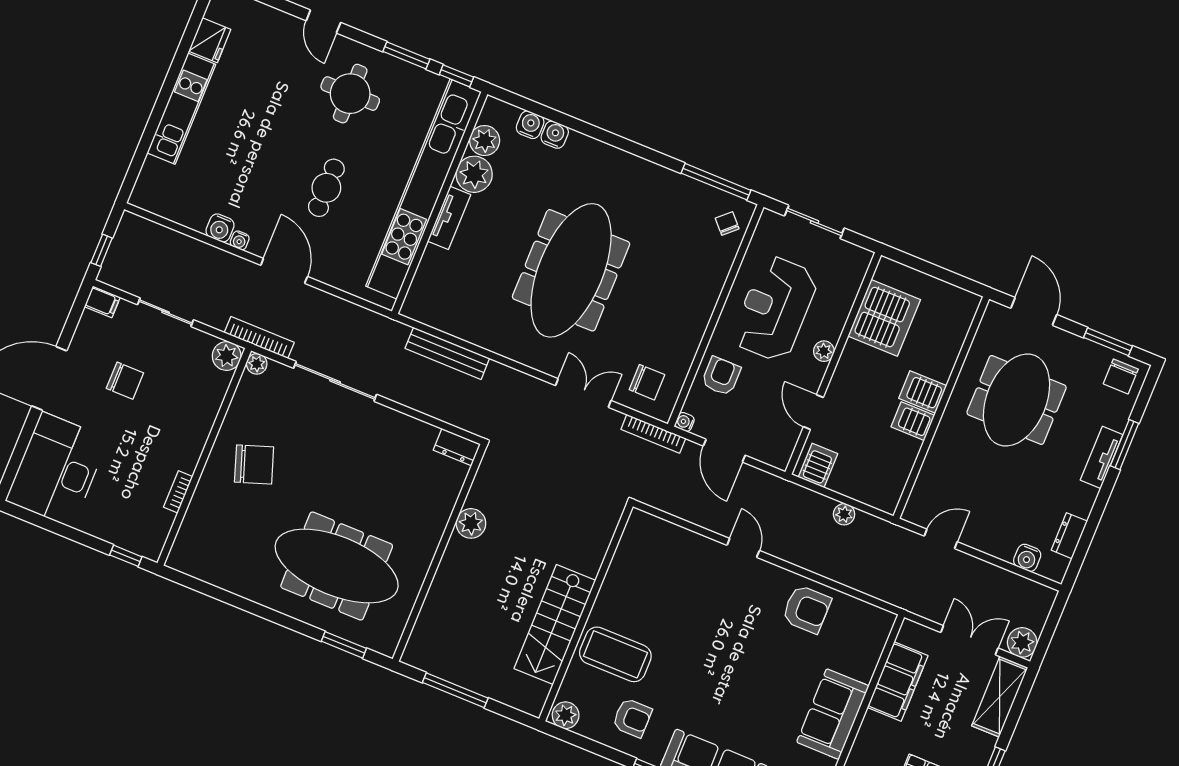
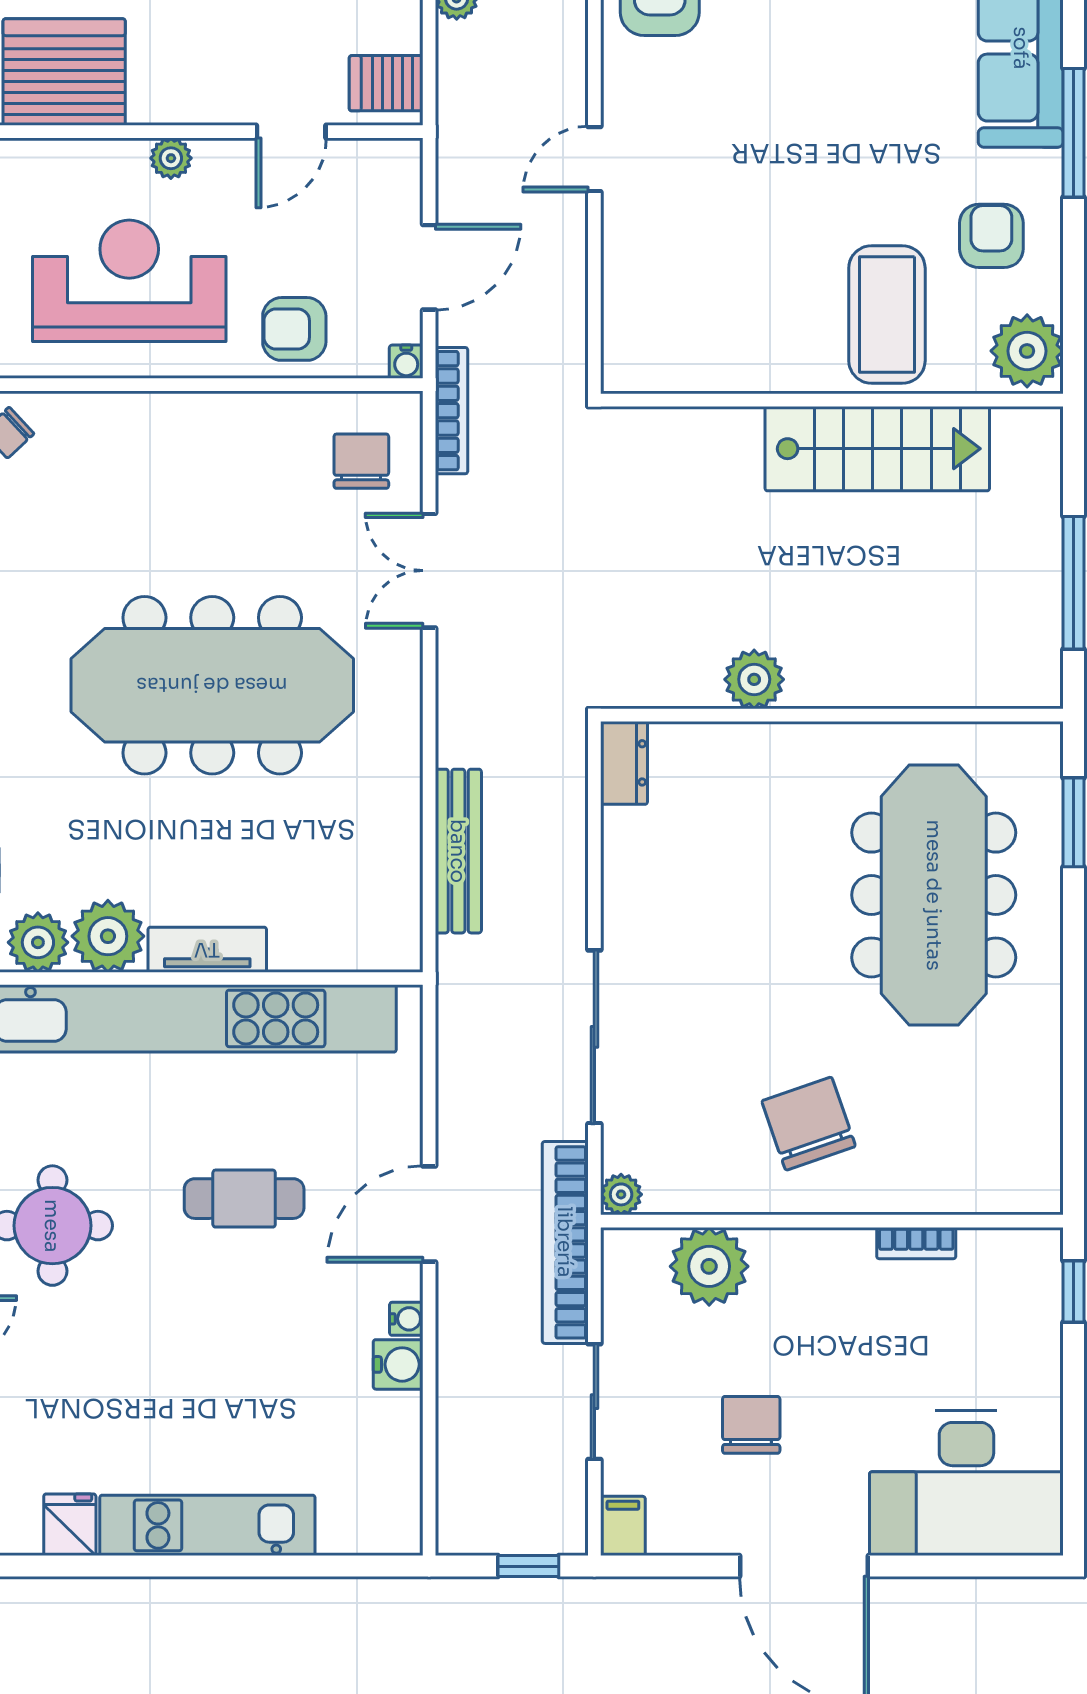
fridge: (210, 40) -> (70, 1525), width x0.72
reception desk: (775, 309) -> (129, 281), turned 180
bookcase: (259, 338) -> (565, 1242), width x1.48, depth x1.31
plant: (227, 356) -> (709, 1266), moved, width x1.36, depth x1.36
plant: (566, 715) -> (1027, 351), width x1.36, depth x1.36

